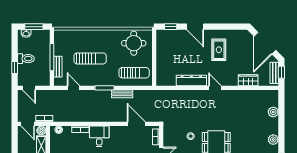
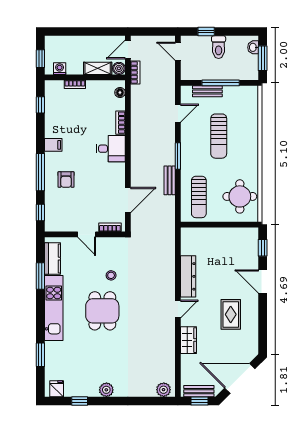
door: (195, 27) -> (263, 282), hinge flipped
rug: (219, 50) -> (231, 314), turned 90
wardrobe: (248, 80) -> (189, 340), moved
door: (29, 88) -> (178, 51), hinge flipped
plant: (273, 112) -> (164, 390), moved

